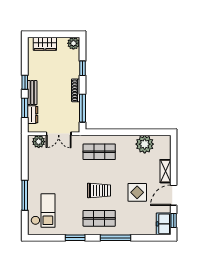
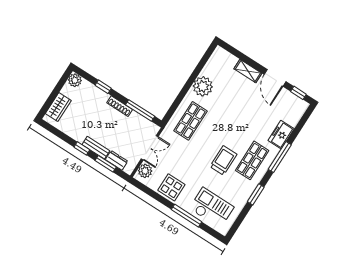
plant: (145, 144) -> (203, 86), moved
trolley: (99, 190) -> (223, 160), moved
display table: (137, 192) -> (171, 187), moved
freezer: (164, 224) -> (281, 135), moved, turned 90

